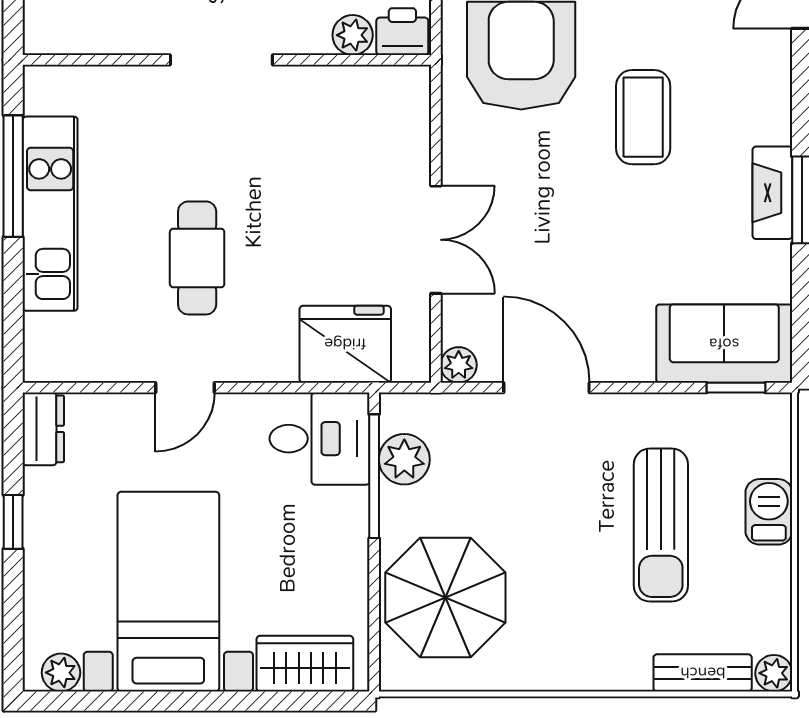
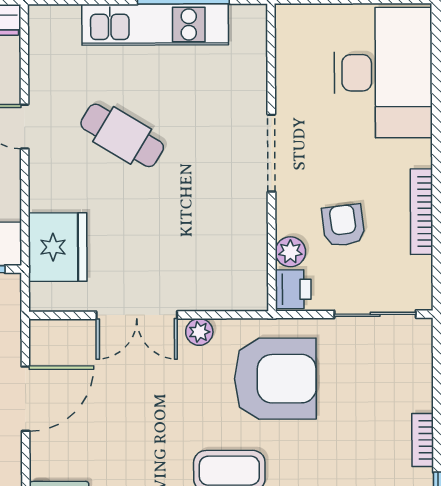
cafe table: (197, 258) -> (122, 135), turned 31
plant: (459, 365) -> (199, 332), moved

